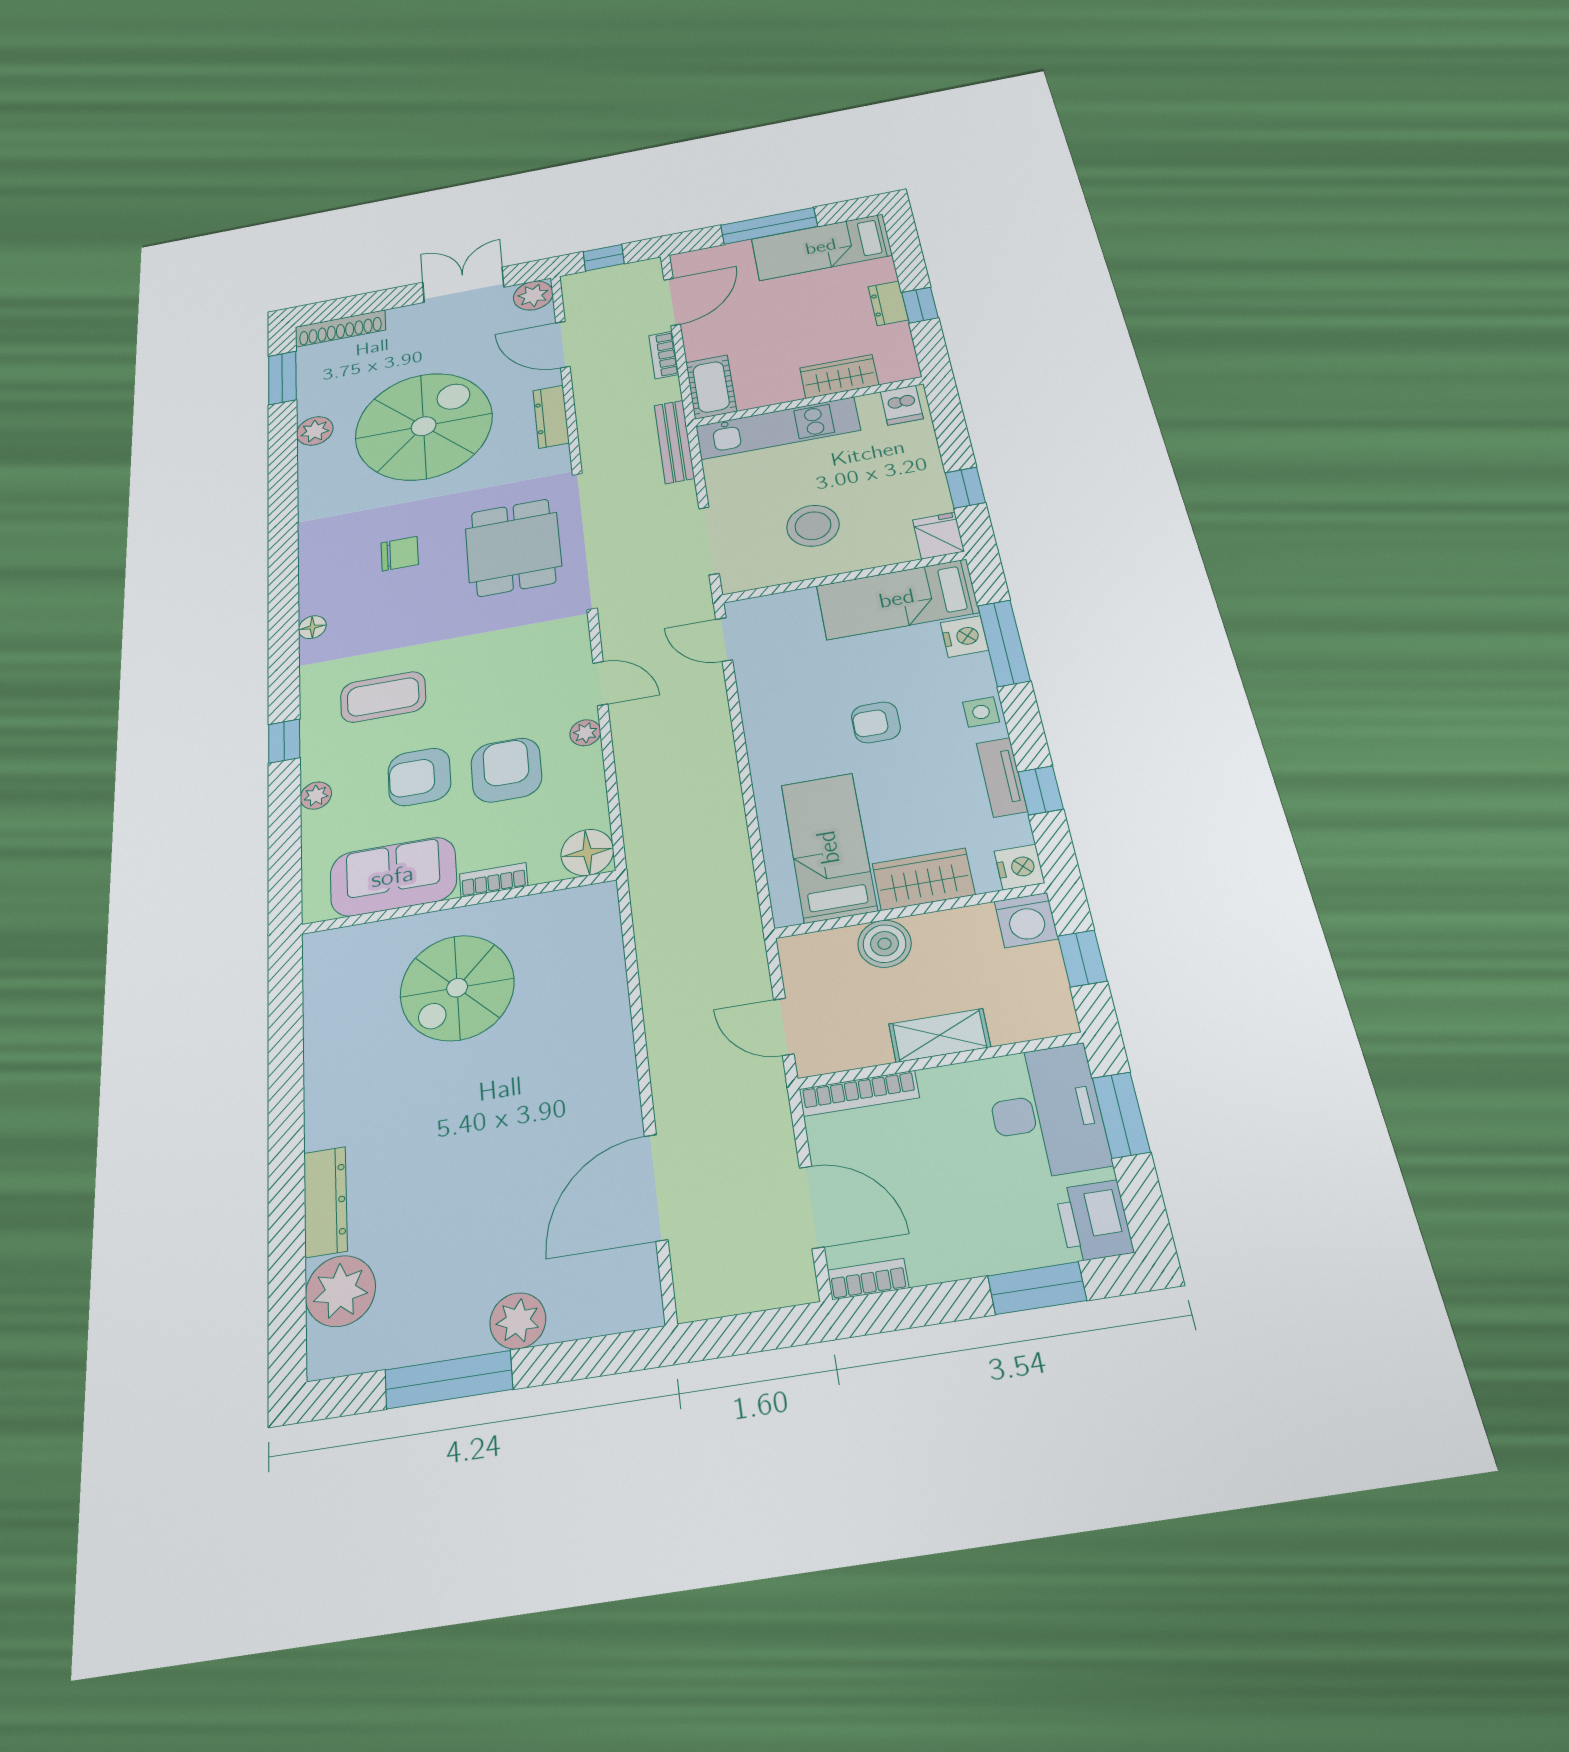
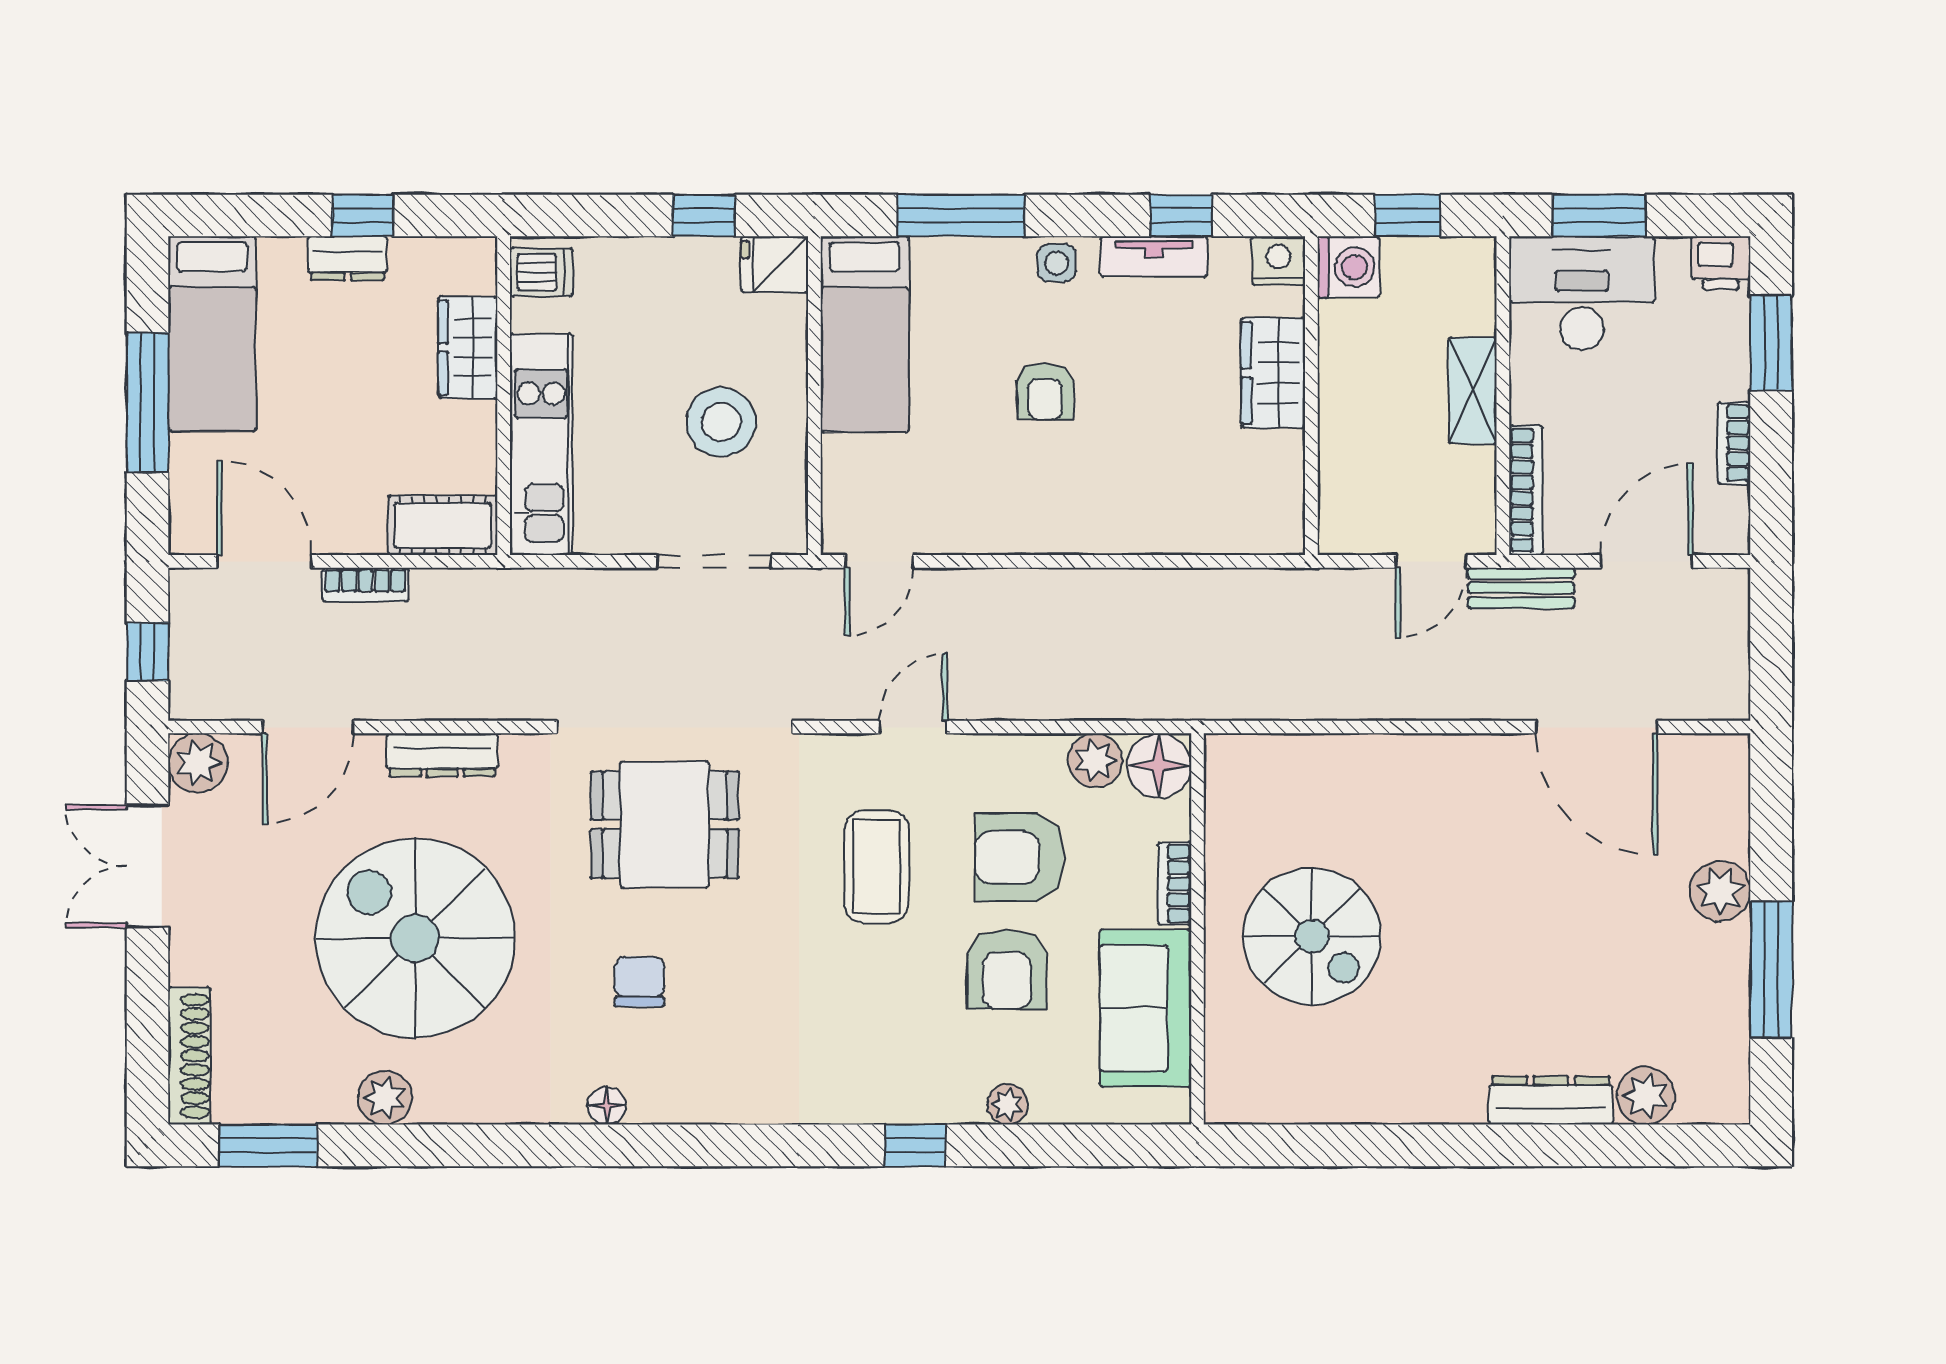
bench: (674, 442) -> (1521, 588), moved, width x0.73
floor lamp: (312, 627) -> (607, 1106), moved
nightstand: (964, 636) -> (940, 262), removed
coffee table: (383, 697) -> (877, 867), moved
plant: (585, 733) -> (1095, 760), moved, width x1.38, depth x1.38
bed: (829, 847) -> (1209, 476), removed
boiler: (884, 944) -> (1348, 432), removed
printer: (1094, 1221) -> (1721, 263), width x0.73, depth x0.81
bookcase: (868, 1279) -> (1734, 443), moved
plant: (340, 1291) -> (1646, 1096), width x0.73, depth x0.73

